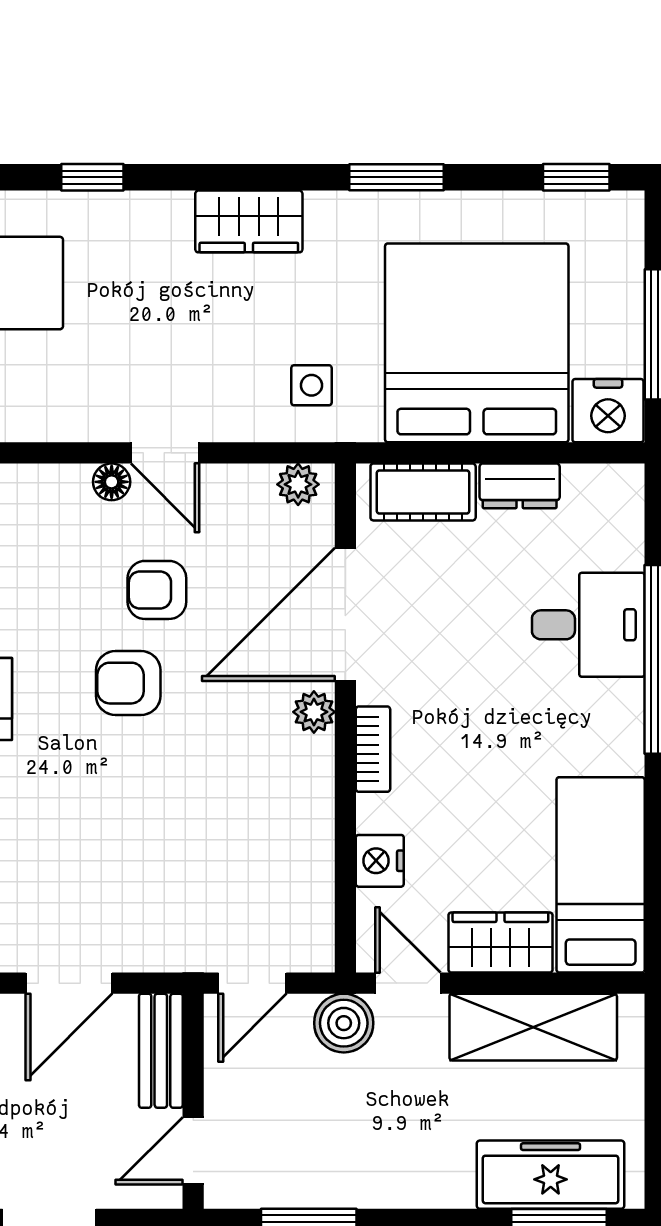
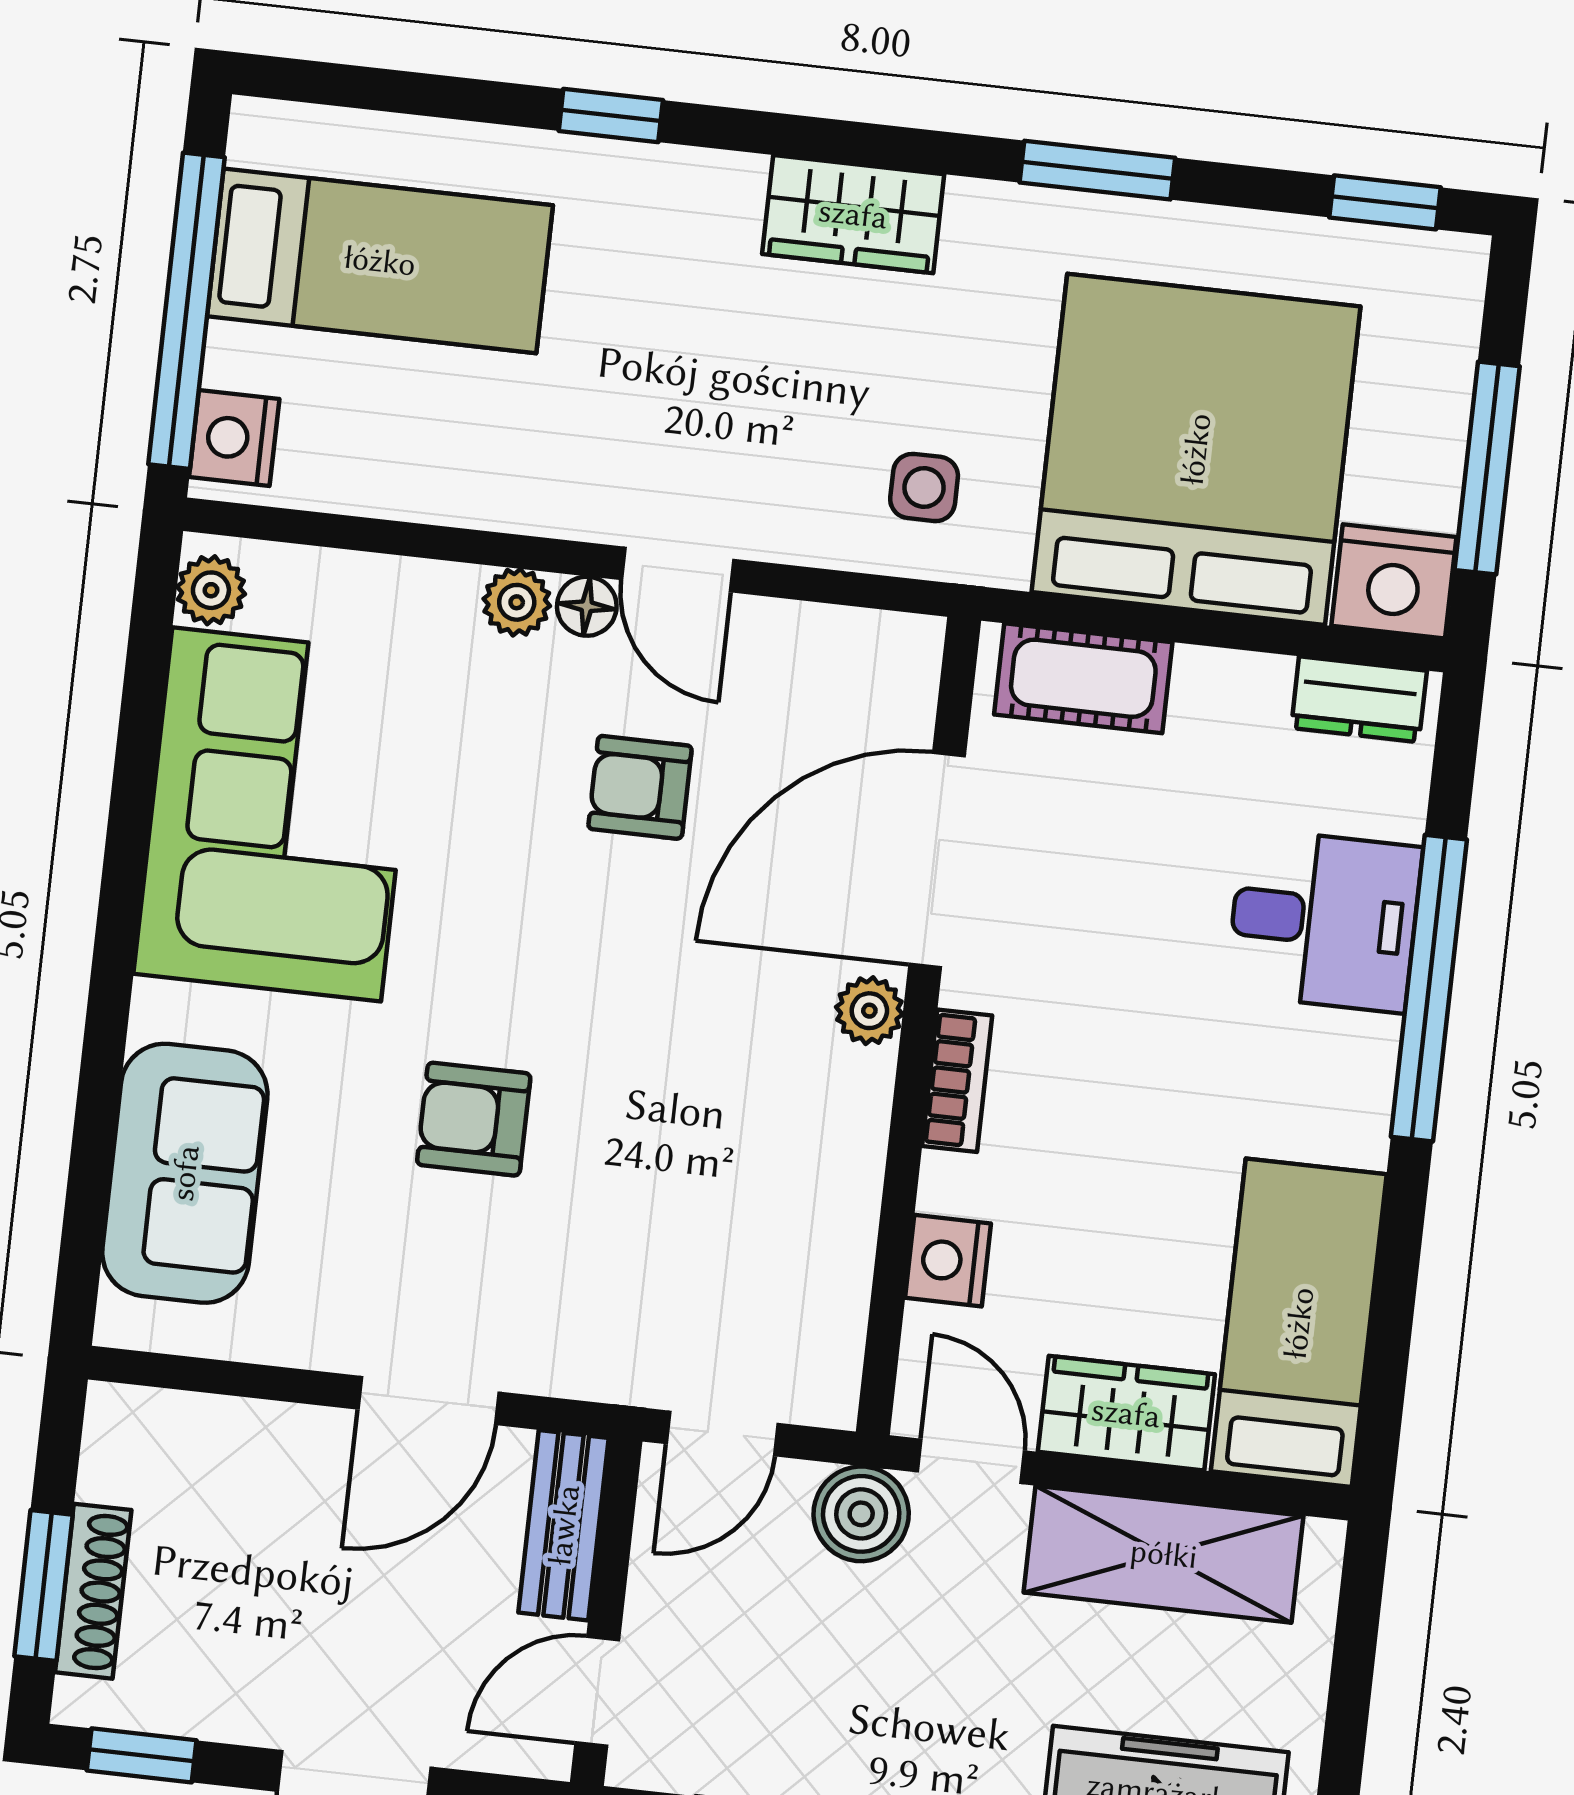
plant: (298, 484) -> (517, 602), moved
dresser: (520, 486) -> (1359, 699), moved
armchair: (128, 683) -> (474, 1119), moved

